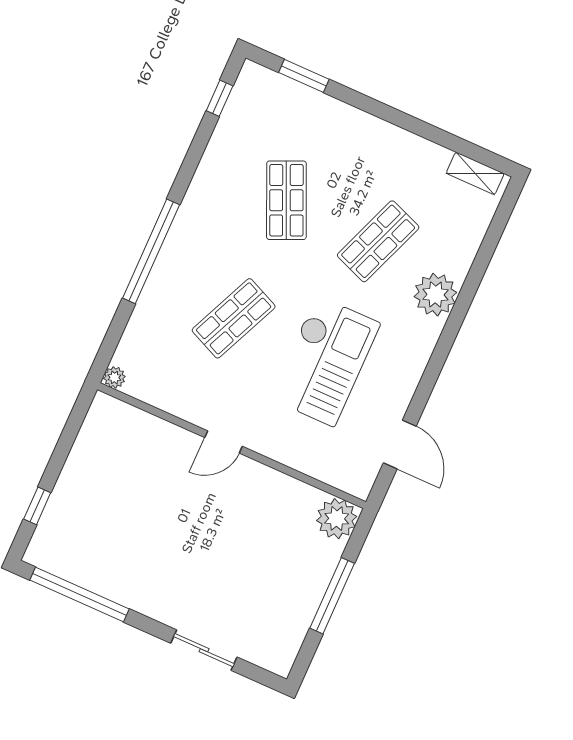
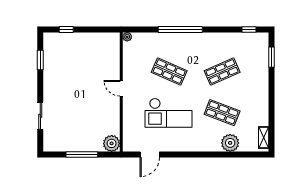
plant: (435, 295) -> (230, 143), moved
window: (79, 594) -> (40, 60), width x0.47

